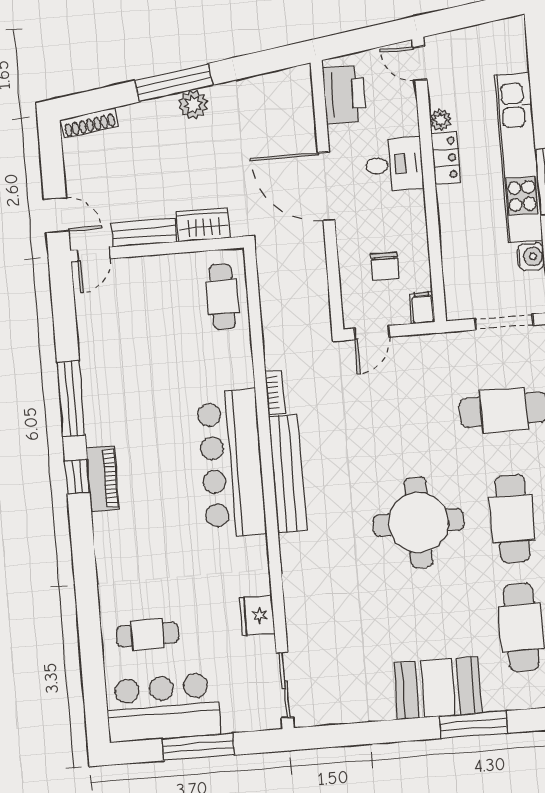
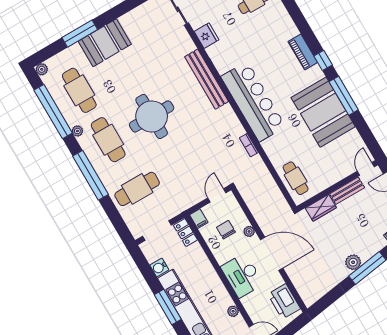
locker: (446, 158) -> (185, 233), moved
desk: (394, 165) -> (242, 275), width x1.37
plant: (347, 244) -> (249, 231), added
booth: (120, 387) -> (323, 112), added
bench: (288, 473) -> (207, 79), moved
piano: (103, 479) -> (303, 52), moved

